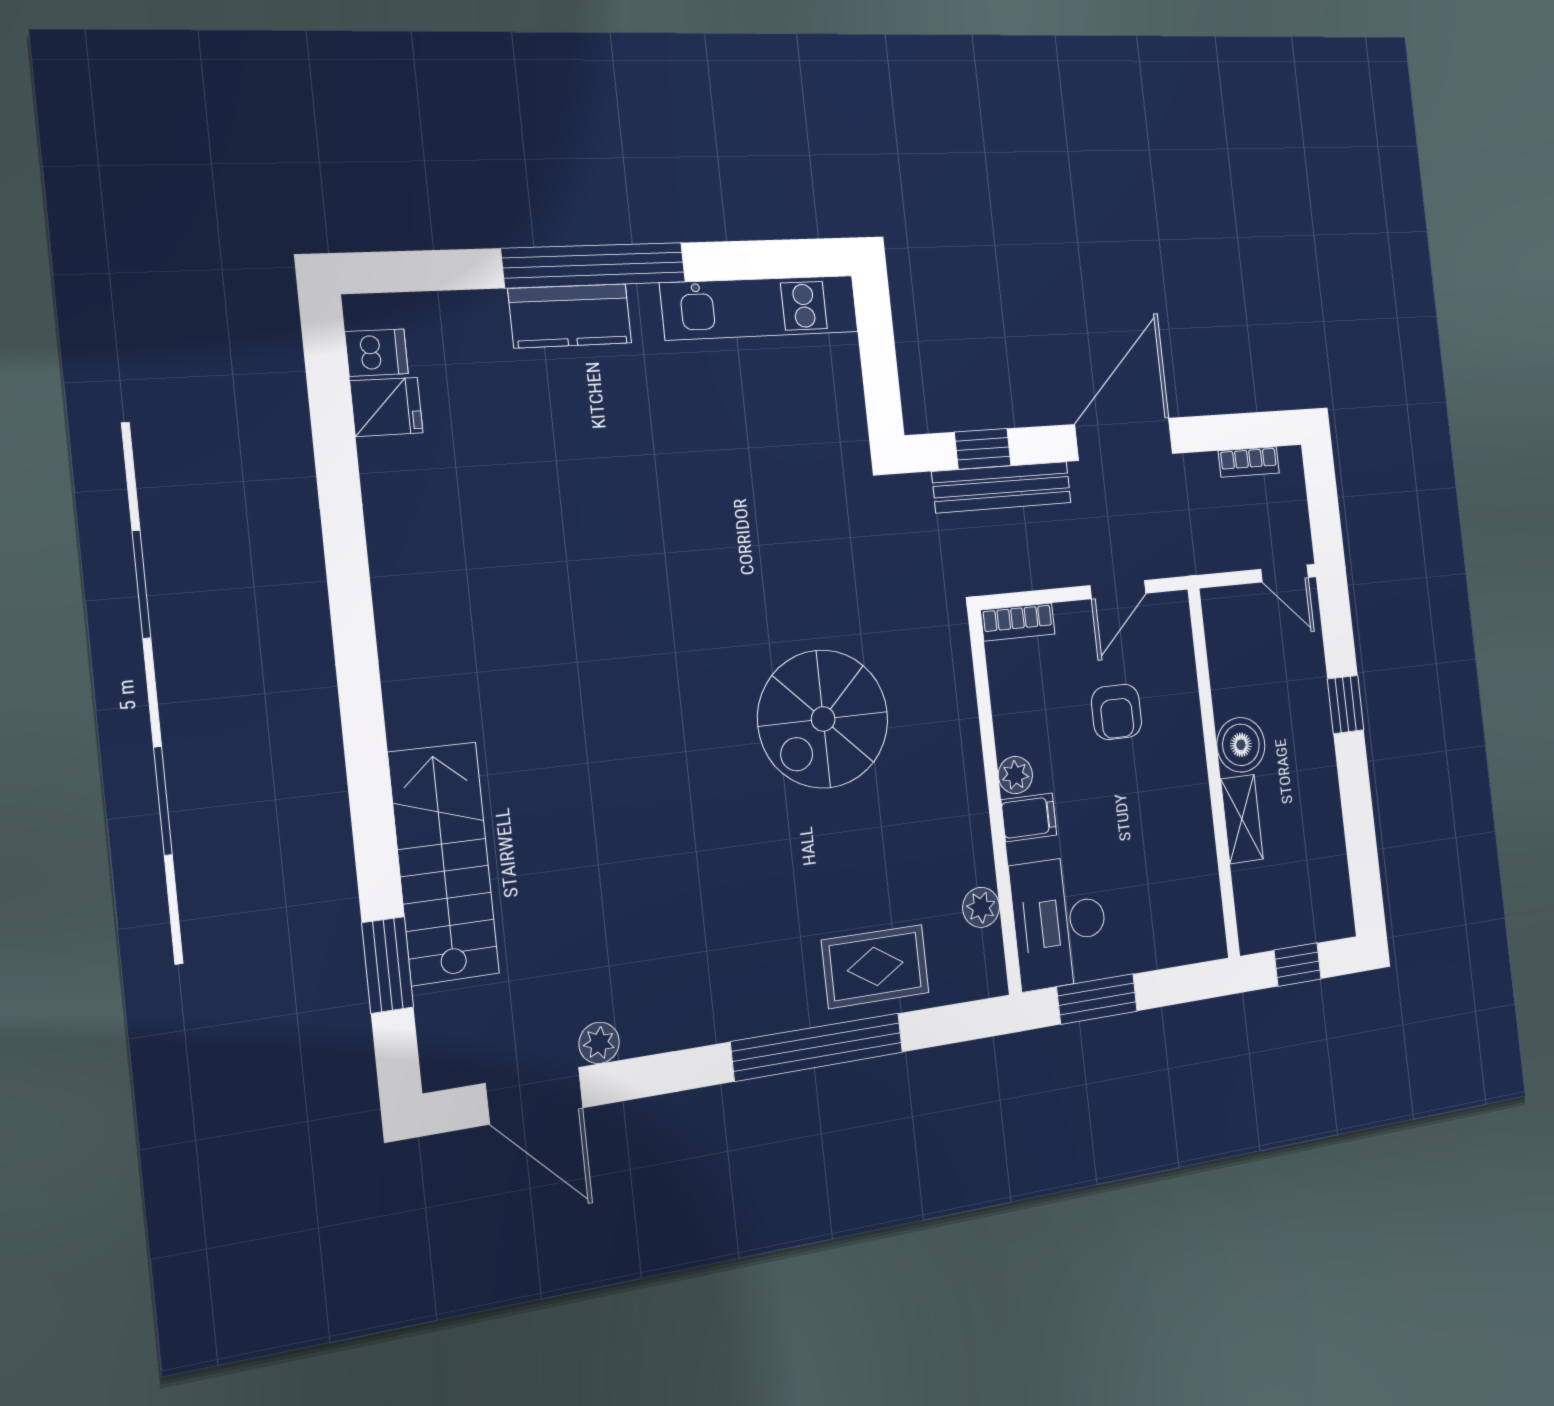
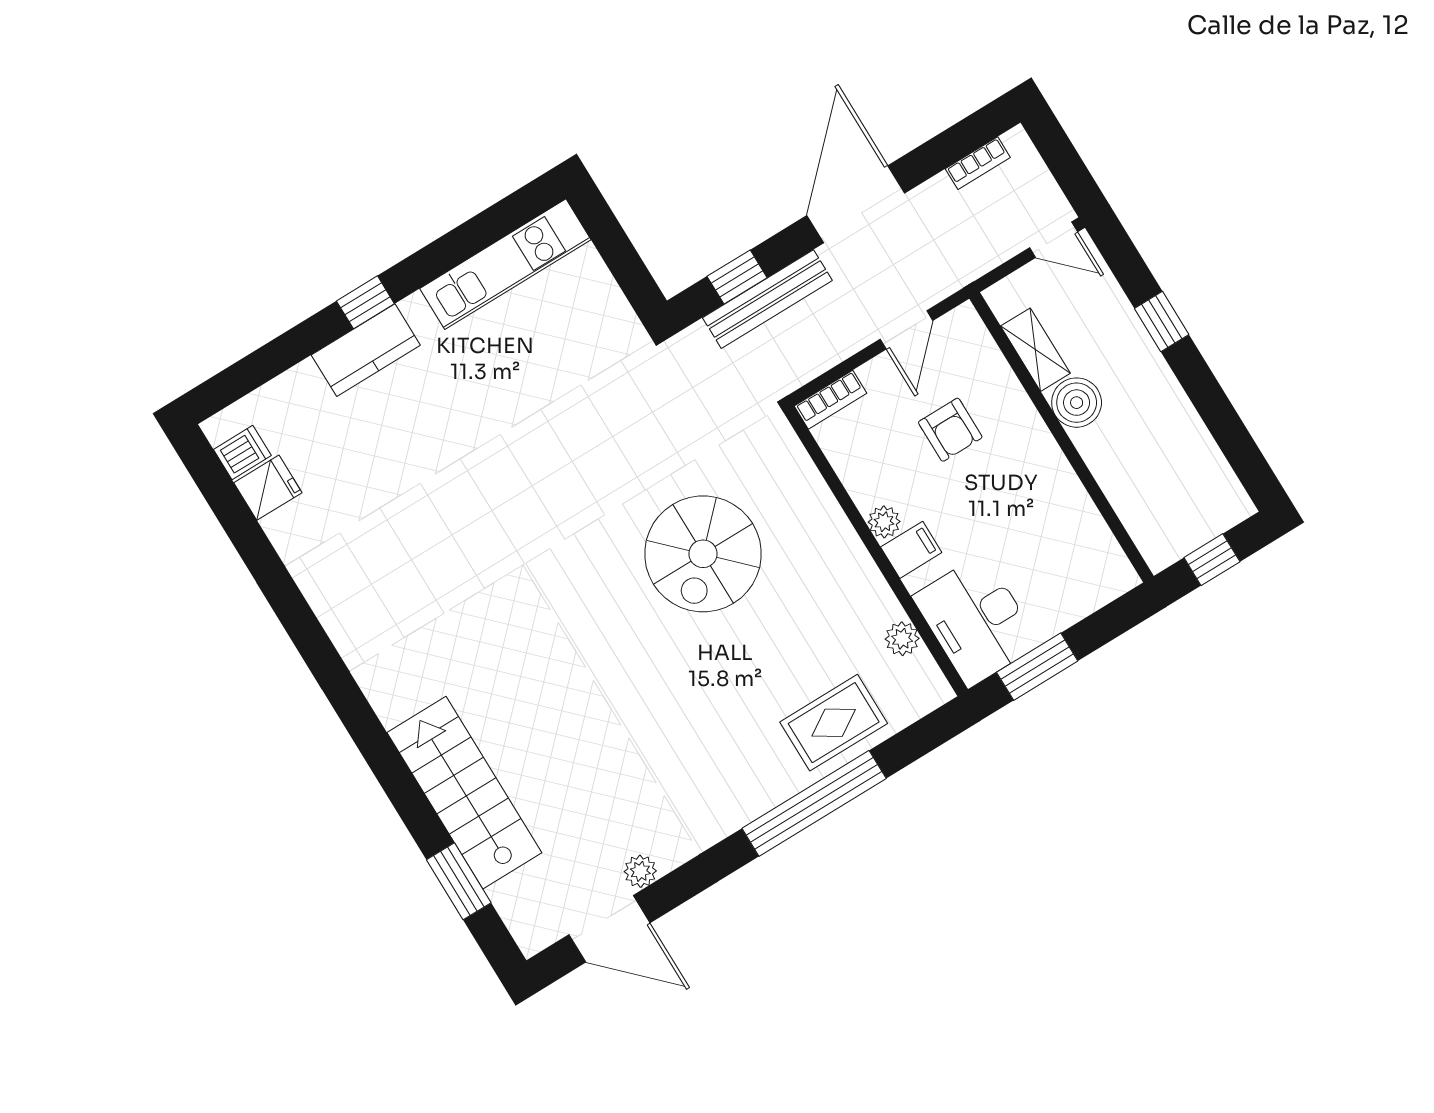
window: (594, 265) -> (365, 302), width x0.32
shelving: (1242, 819) -> (1035, 350), moved

